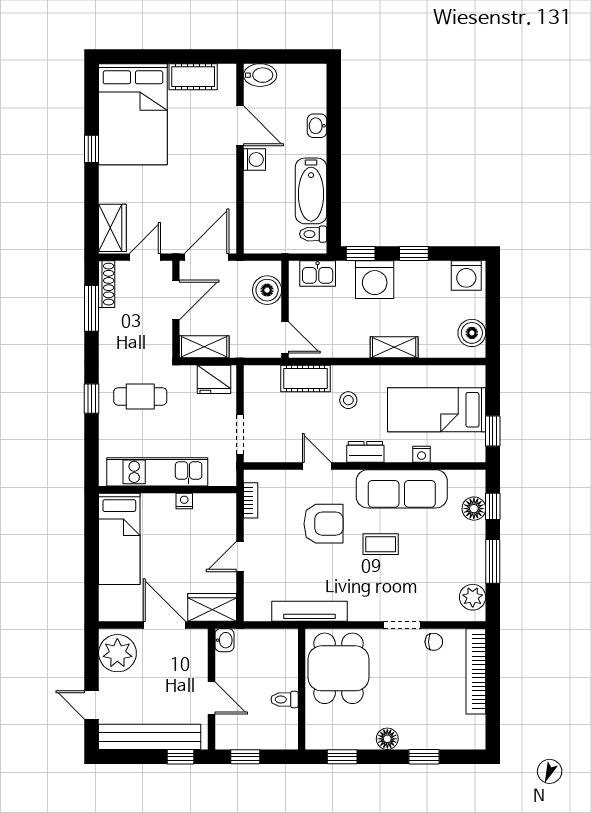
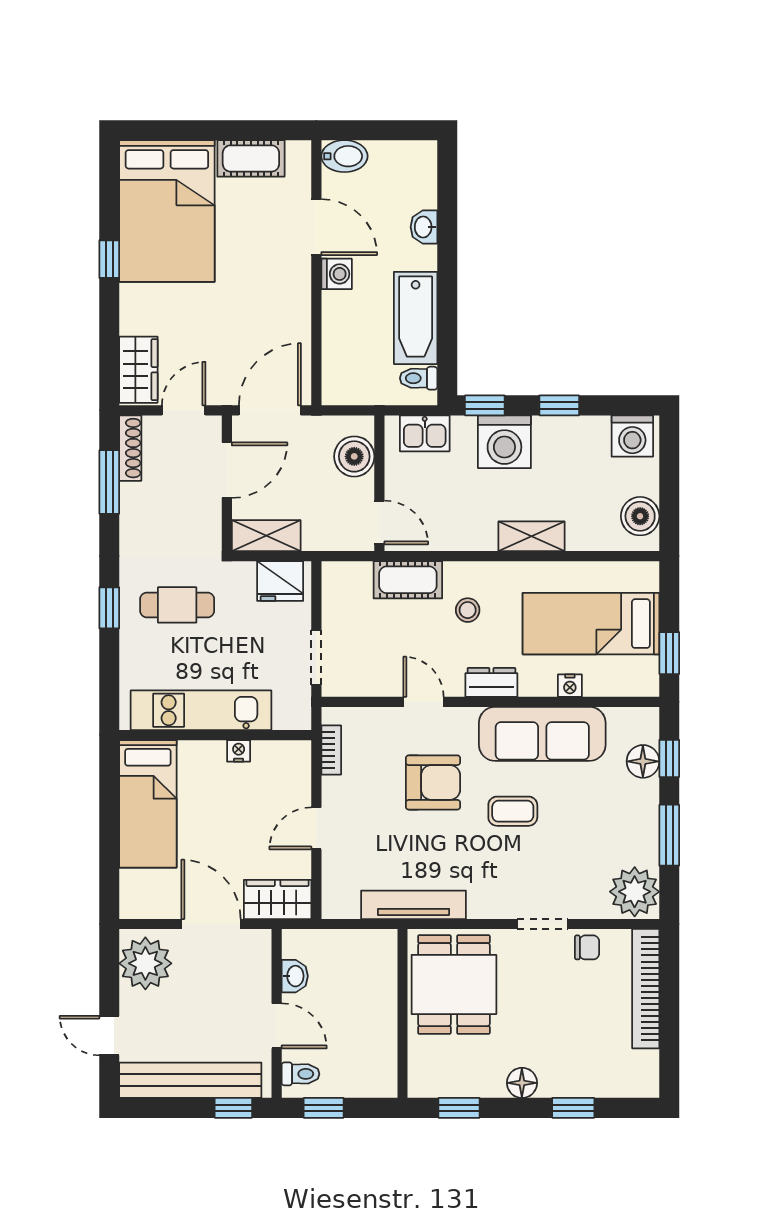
plant: (473, 597) -> (635, 892), width x1.36, depth x1.36
washbasin: (224, 640) -> (295, 976), moved
toilet: (285, 699) -> (300, 1074), moved, turned 180

